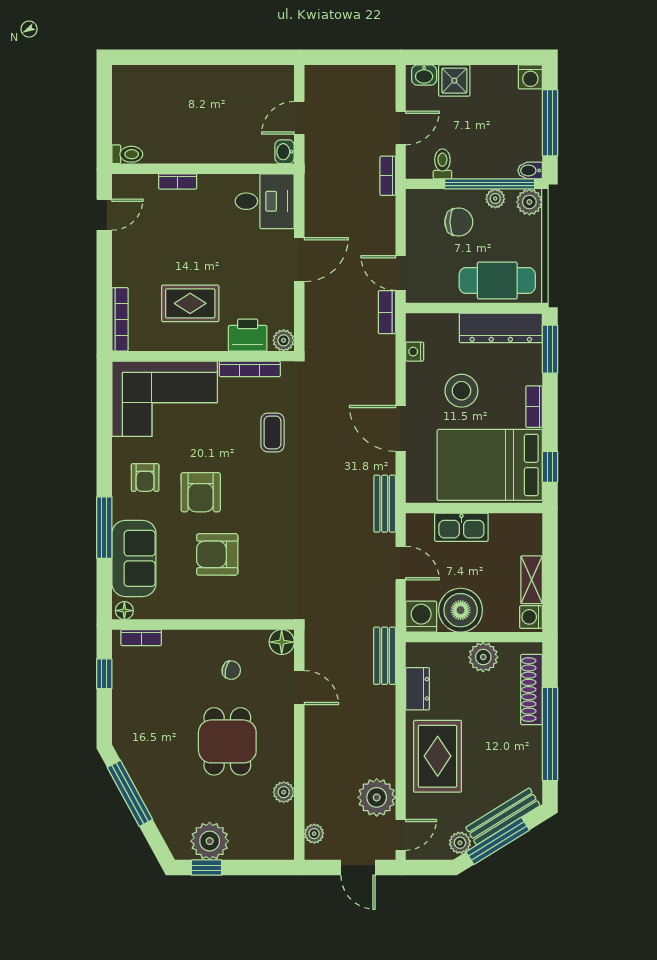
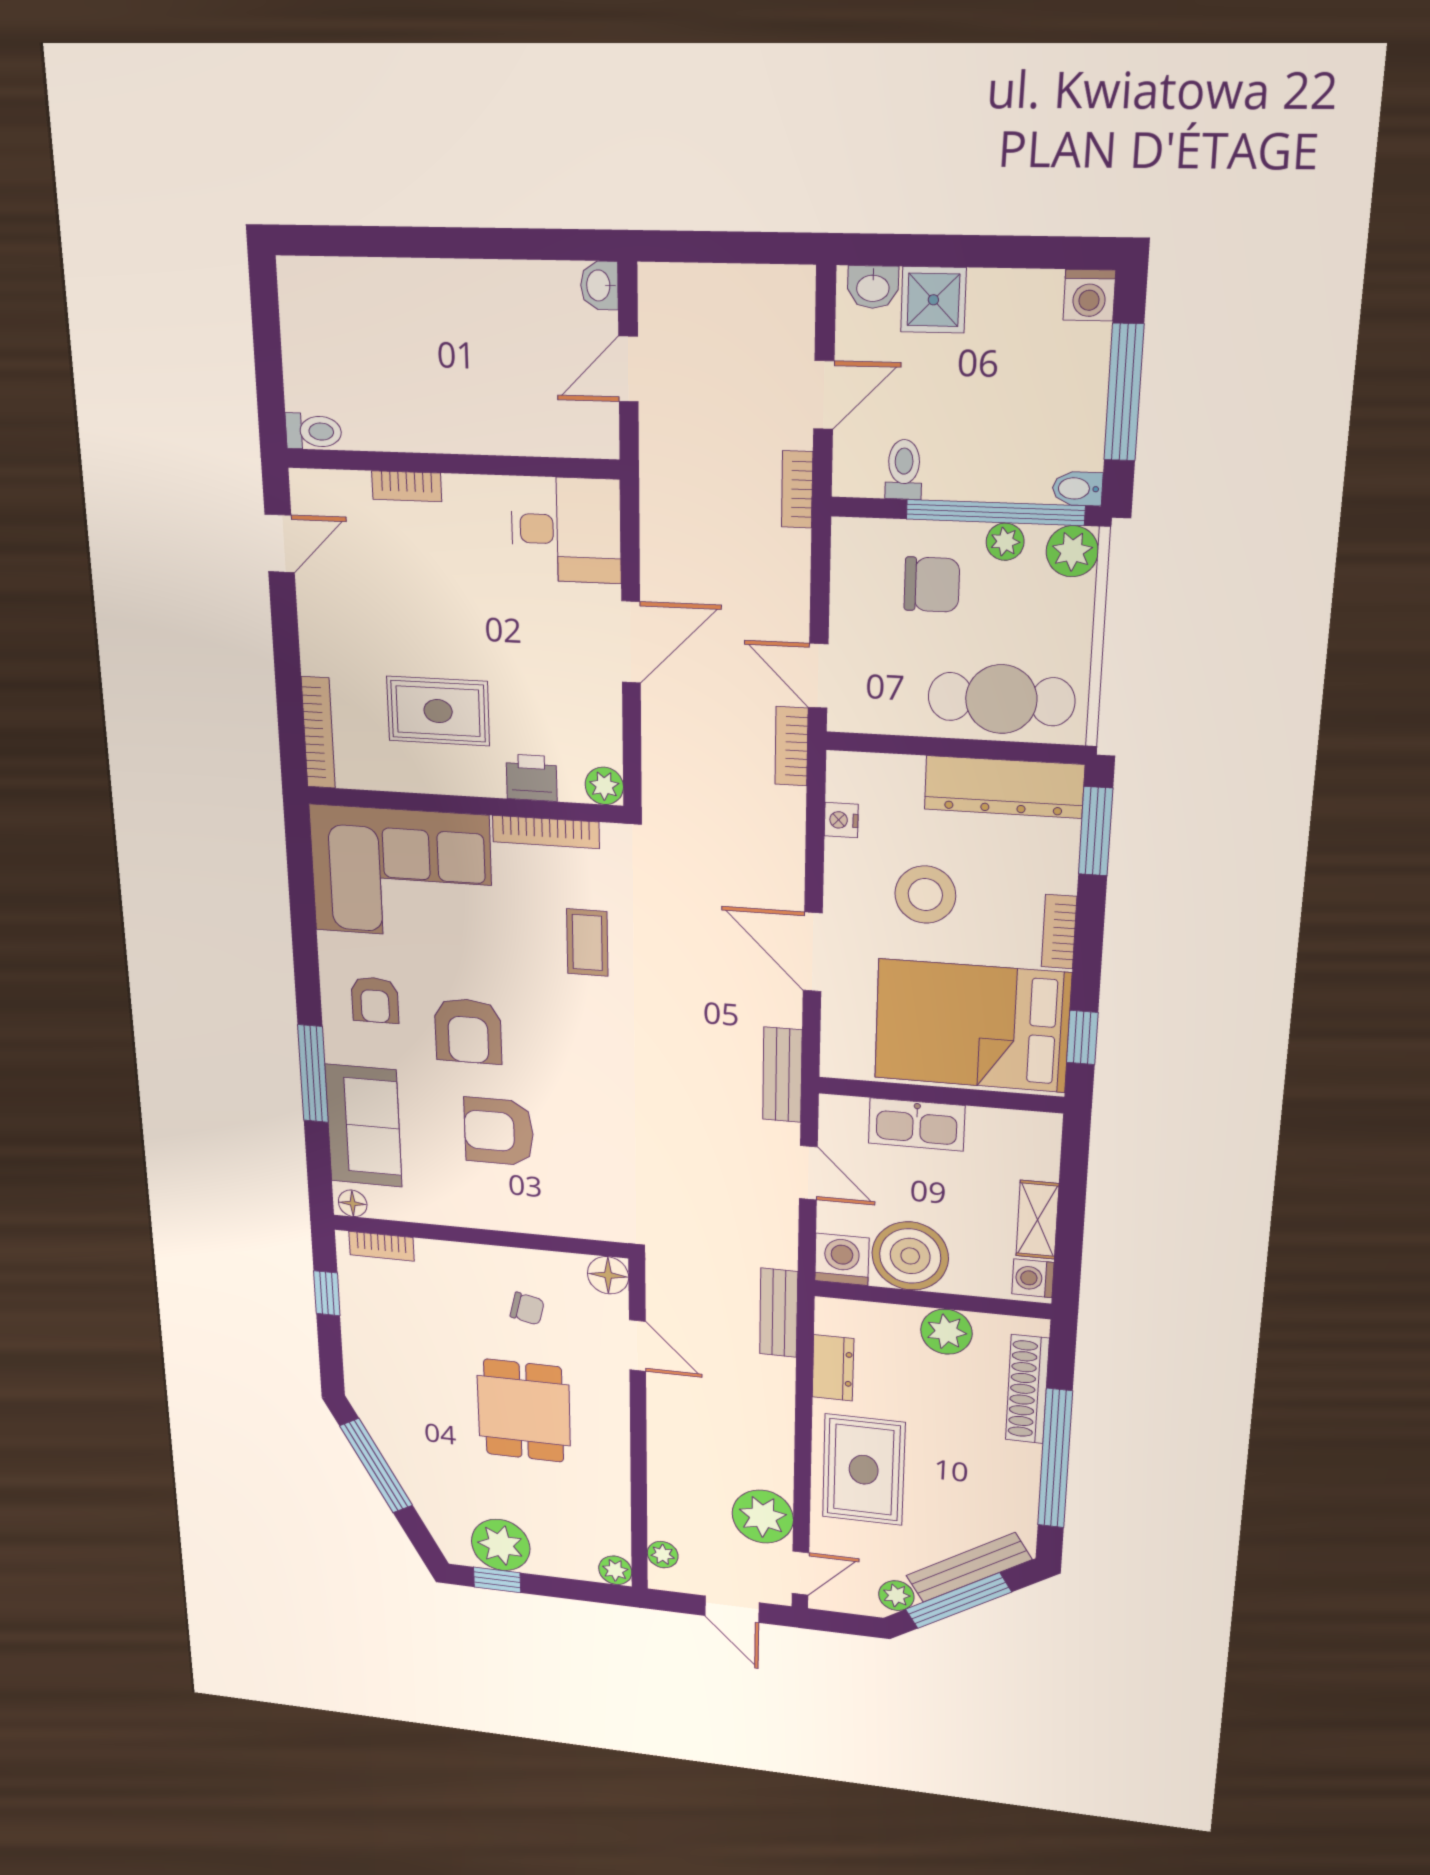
washbasin: (285, 152) -> (599, 285), moved
printer: (248, 335) -> (532, 778), width x0.73, depth x0.81
plant: (284, 792) -> (615, 1570), moved

